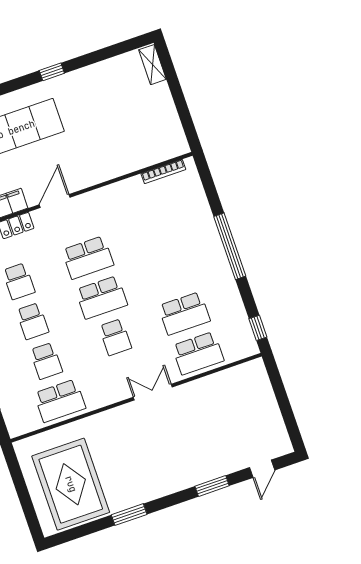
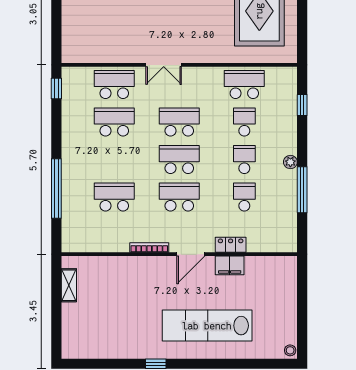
shelving: (153, 65) -> (69, 285), moved
bookcase: (163, 171) -> (149, 248), moved
school desk: (157, 234) -> (114, 197), added
window: (230, 246) -> (56, 189), moved
school desk: (115, 337) -> (179, 122), width x1.85

